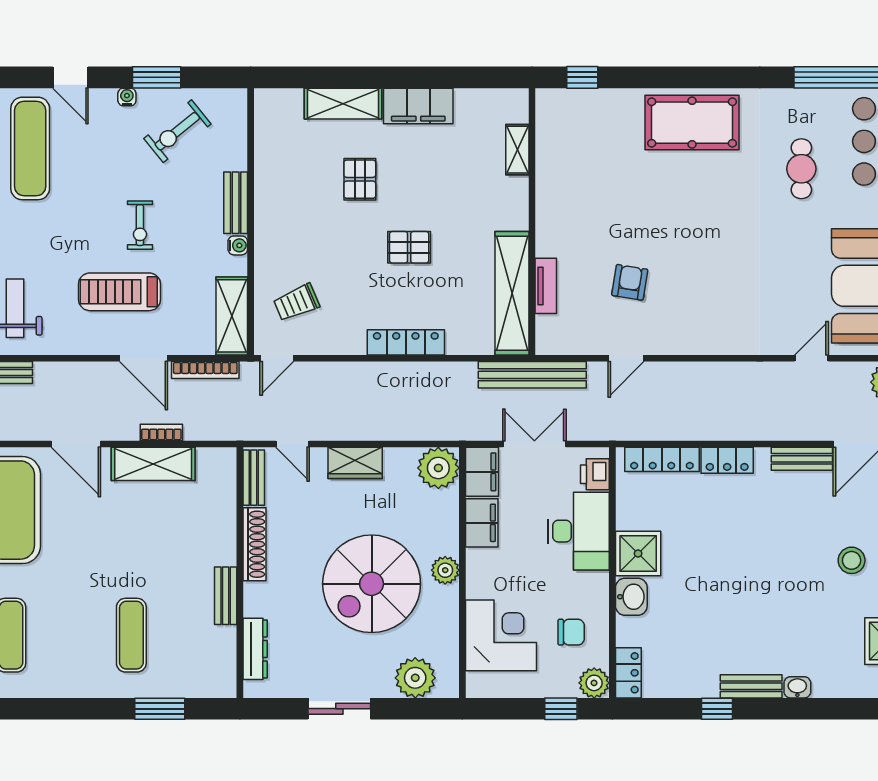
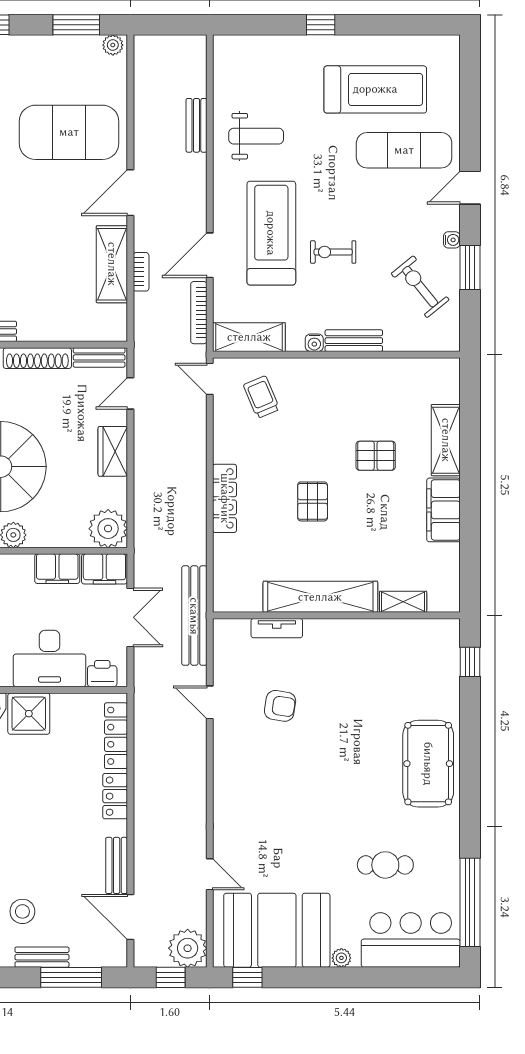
treadmill: (119, 292) -> (271, 233), width x1.37, depth x1.38
shelving: (512, 293) -> (320, 597), moved

